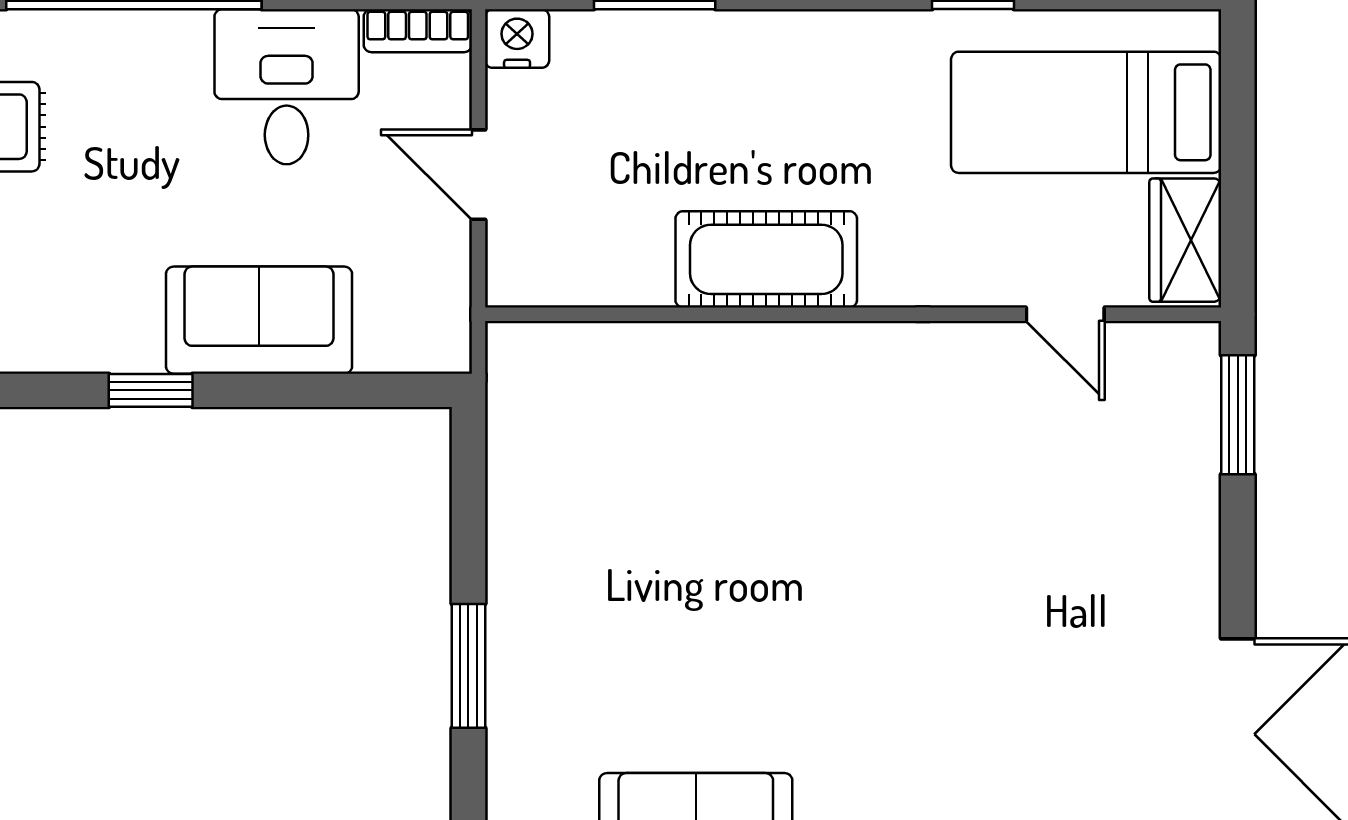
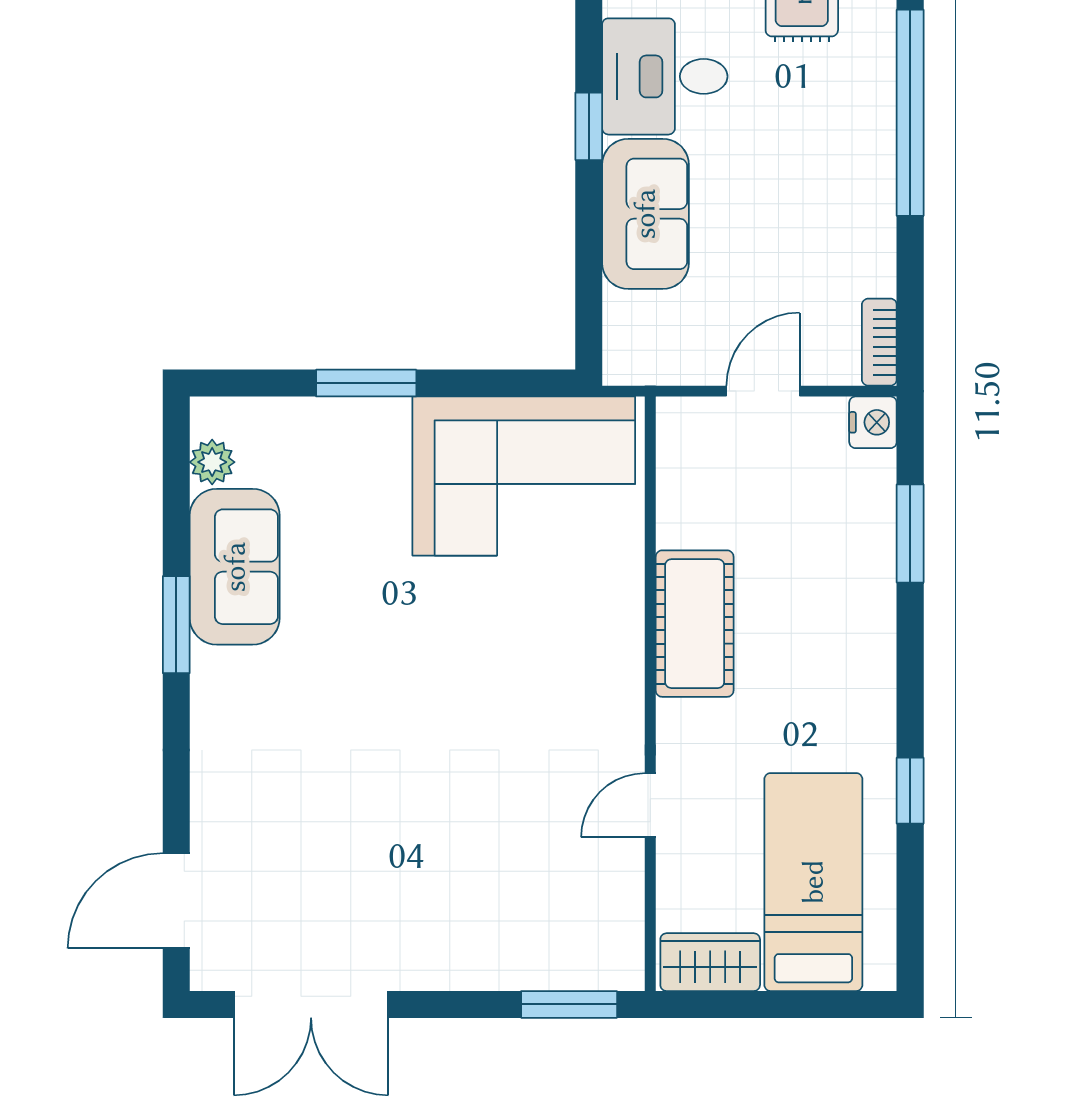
desk: (287, 87) -> (665, 76), moved, turned 180
door: (1065, 314) -> (650, 805), moved
corner sofa: (584, 471) -> (524, 476), added

